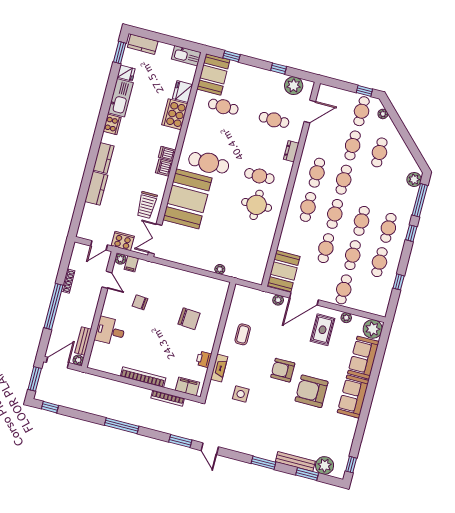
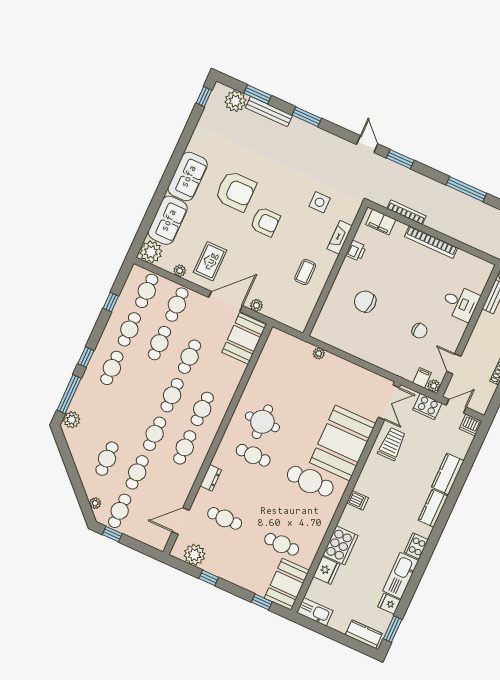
dishwasher: (164, 168) -> (471, 425), moved, turned 90
cafe table: (362, 221) -> (147, 291), moved

